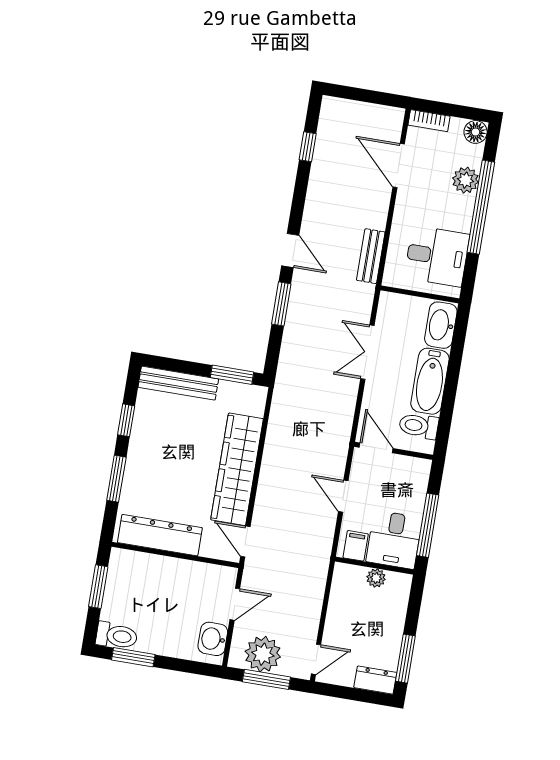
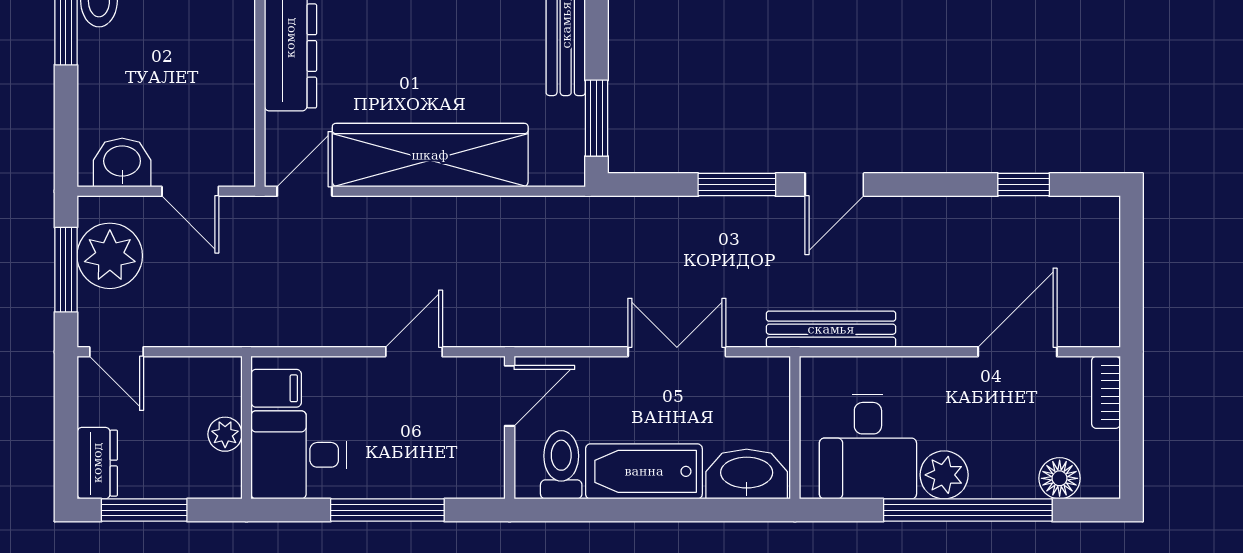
floor lamp: (476, 132) -> (1060, 478), moved
plant: (466, 180) -> (944, 475), moved
bench: (371, 256) -> (831, 329), width x1.36
desk: (394, 540) -> (298, 455), moved
filing cabinet: (356, 546) -> (276, 388), moved
wall: (374, 566) -> (247, 428), moved
plant: (376, 578) -> (225, 434), moved

